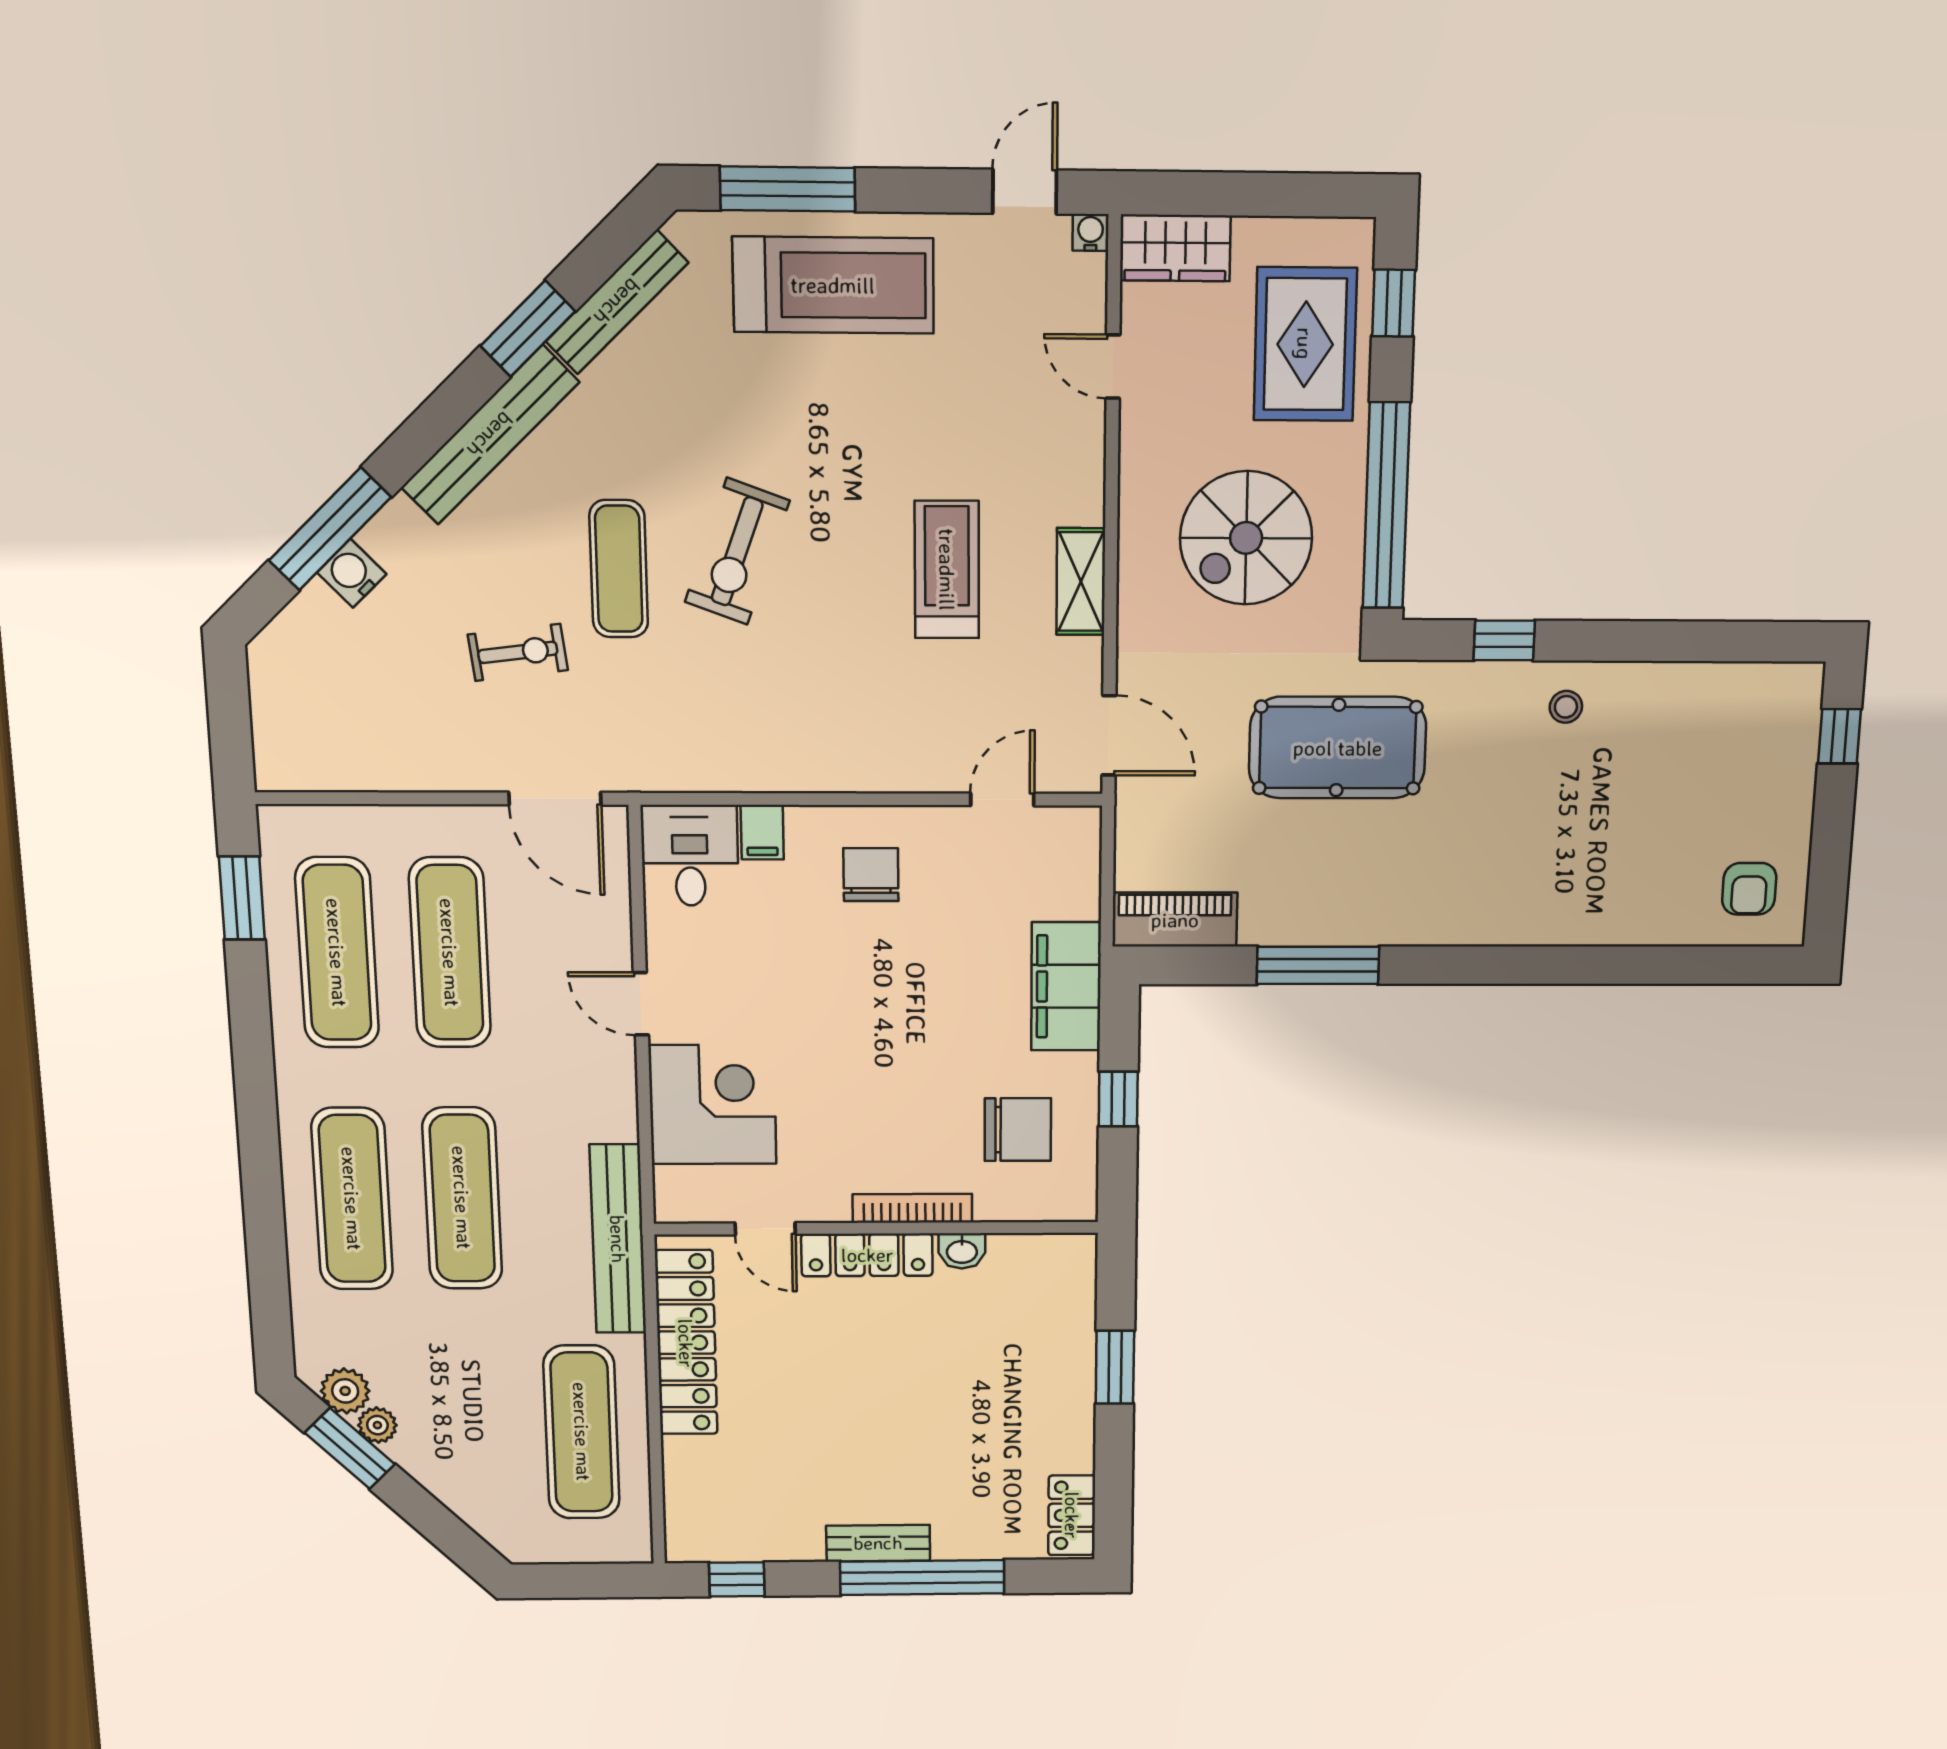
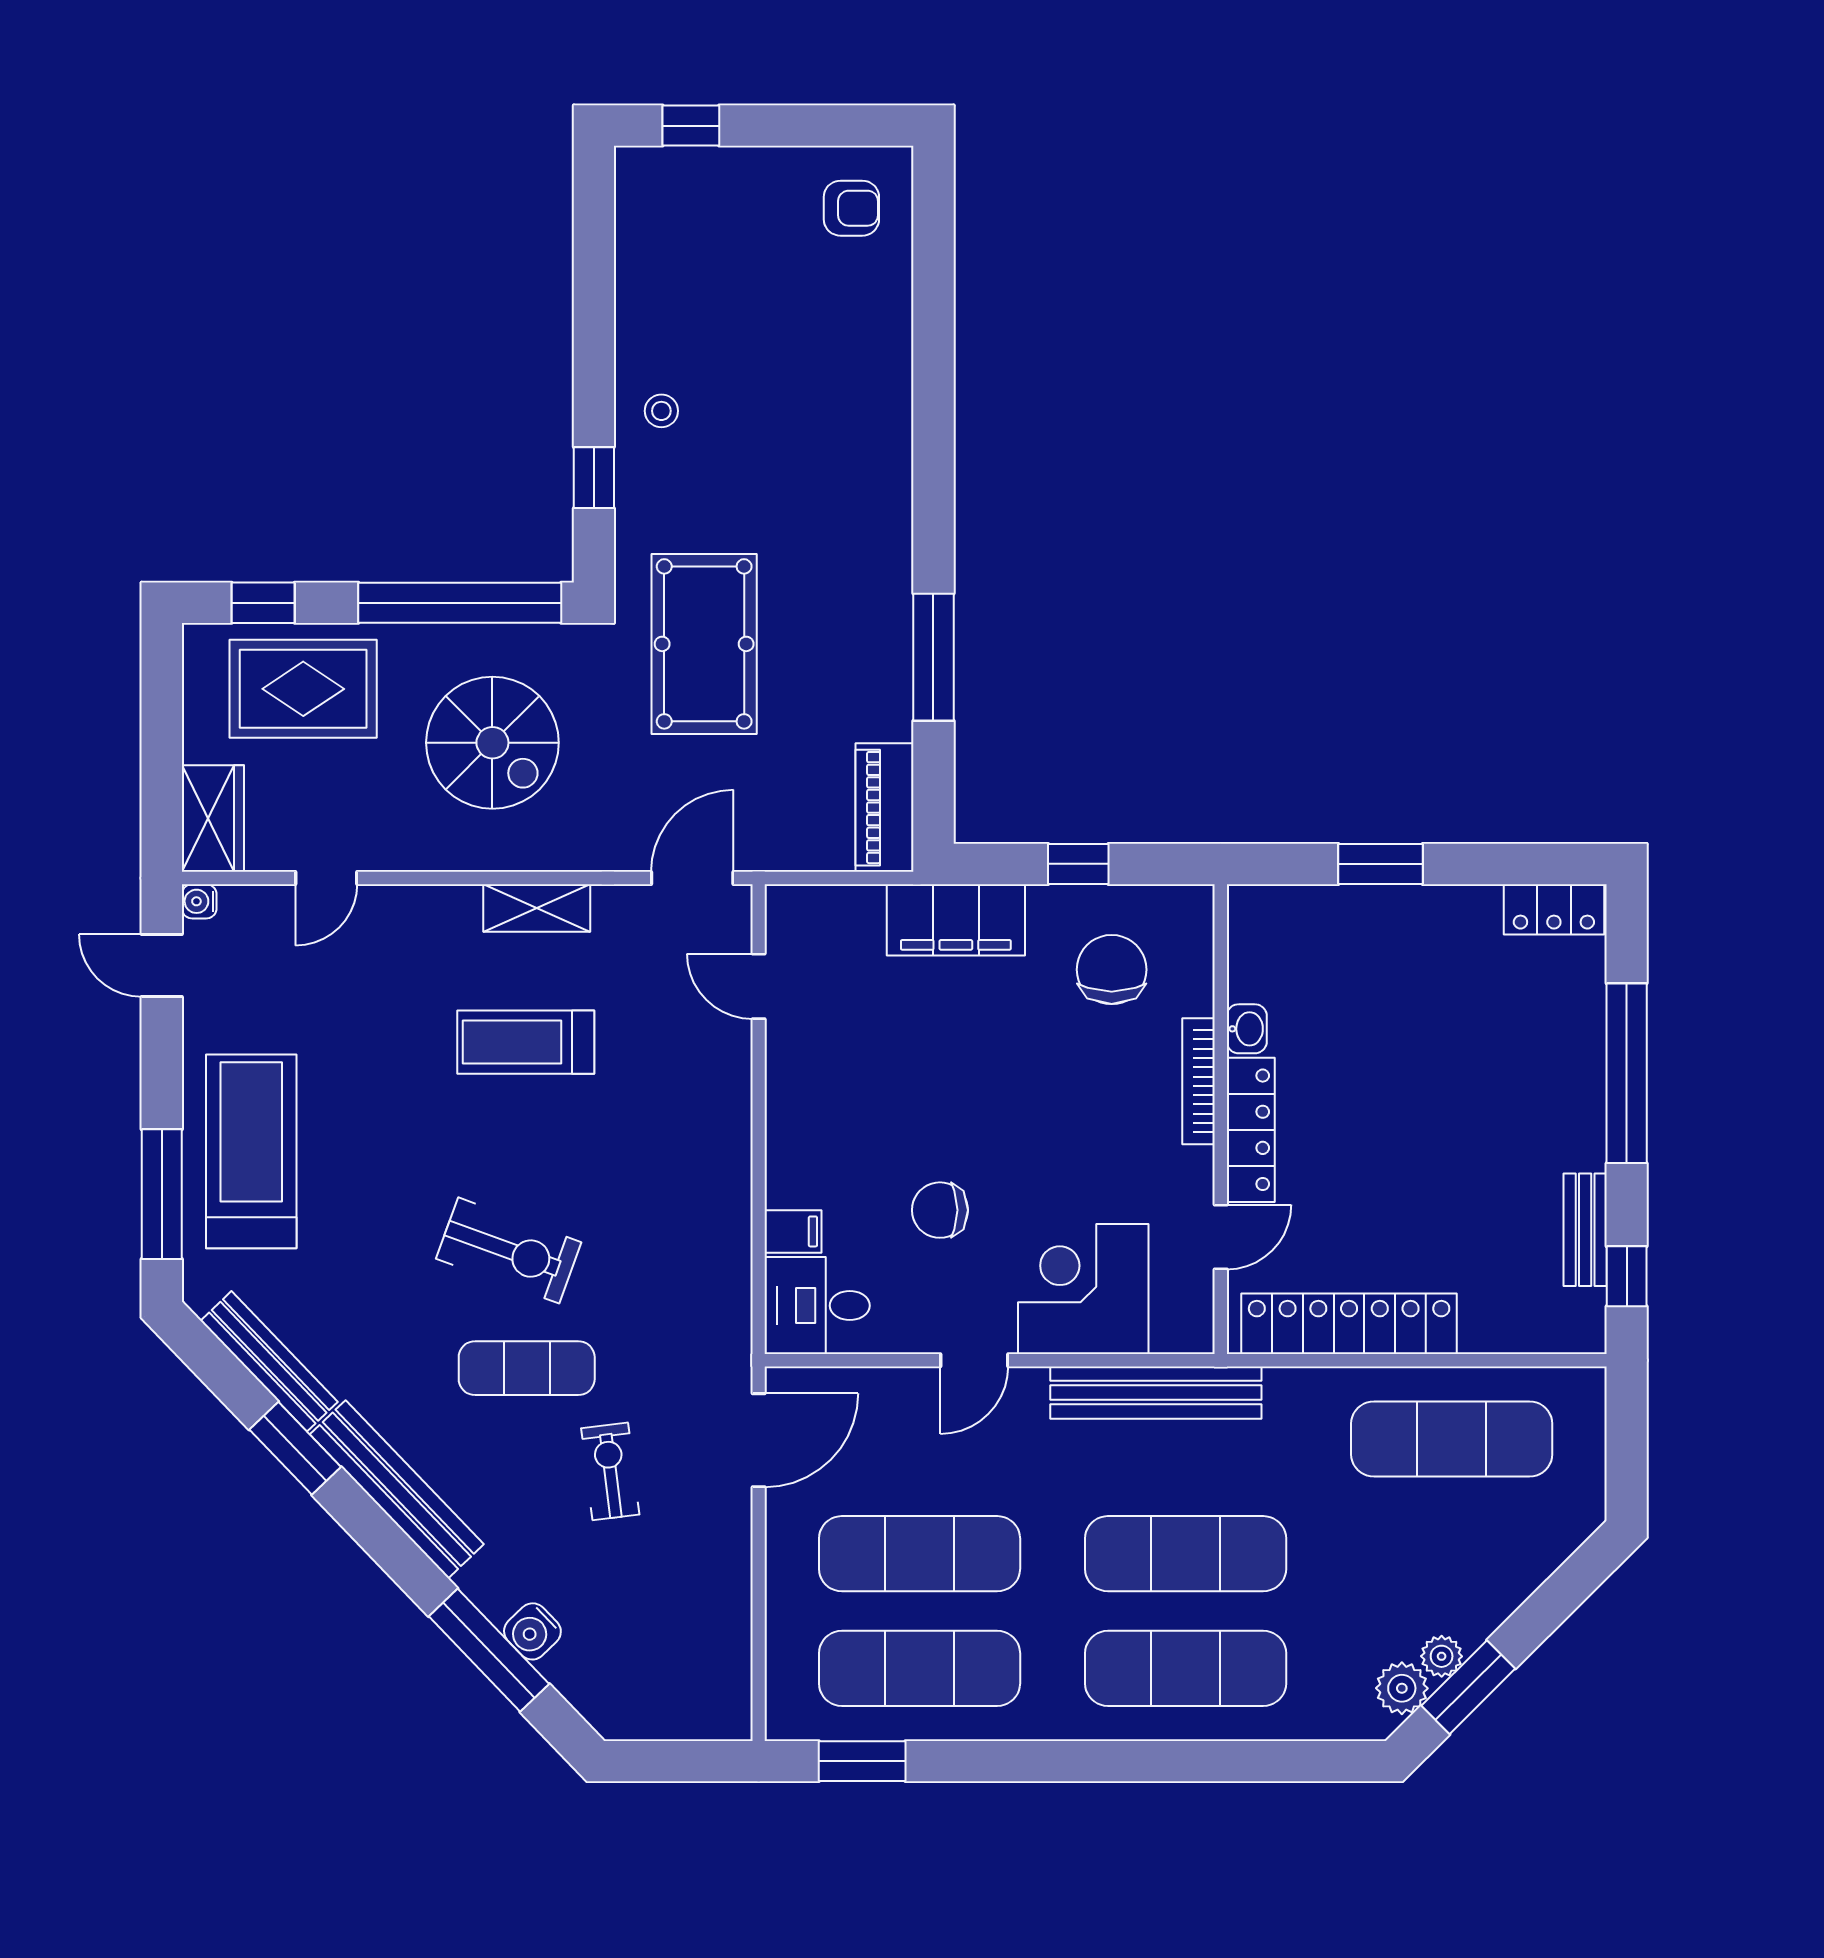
chair: (871, 875) -> (940, 1210), moved
bench: (618, 1239) -> (1156, 1393), moved
bench: (878, 1543) -> (1585, 1230), moved

